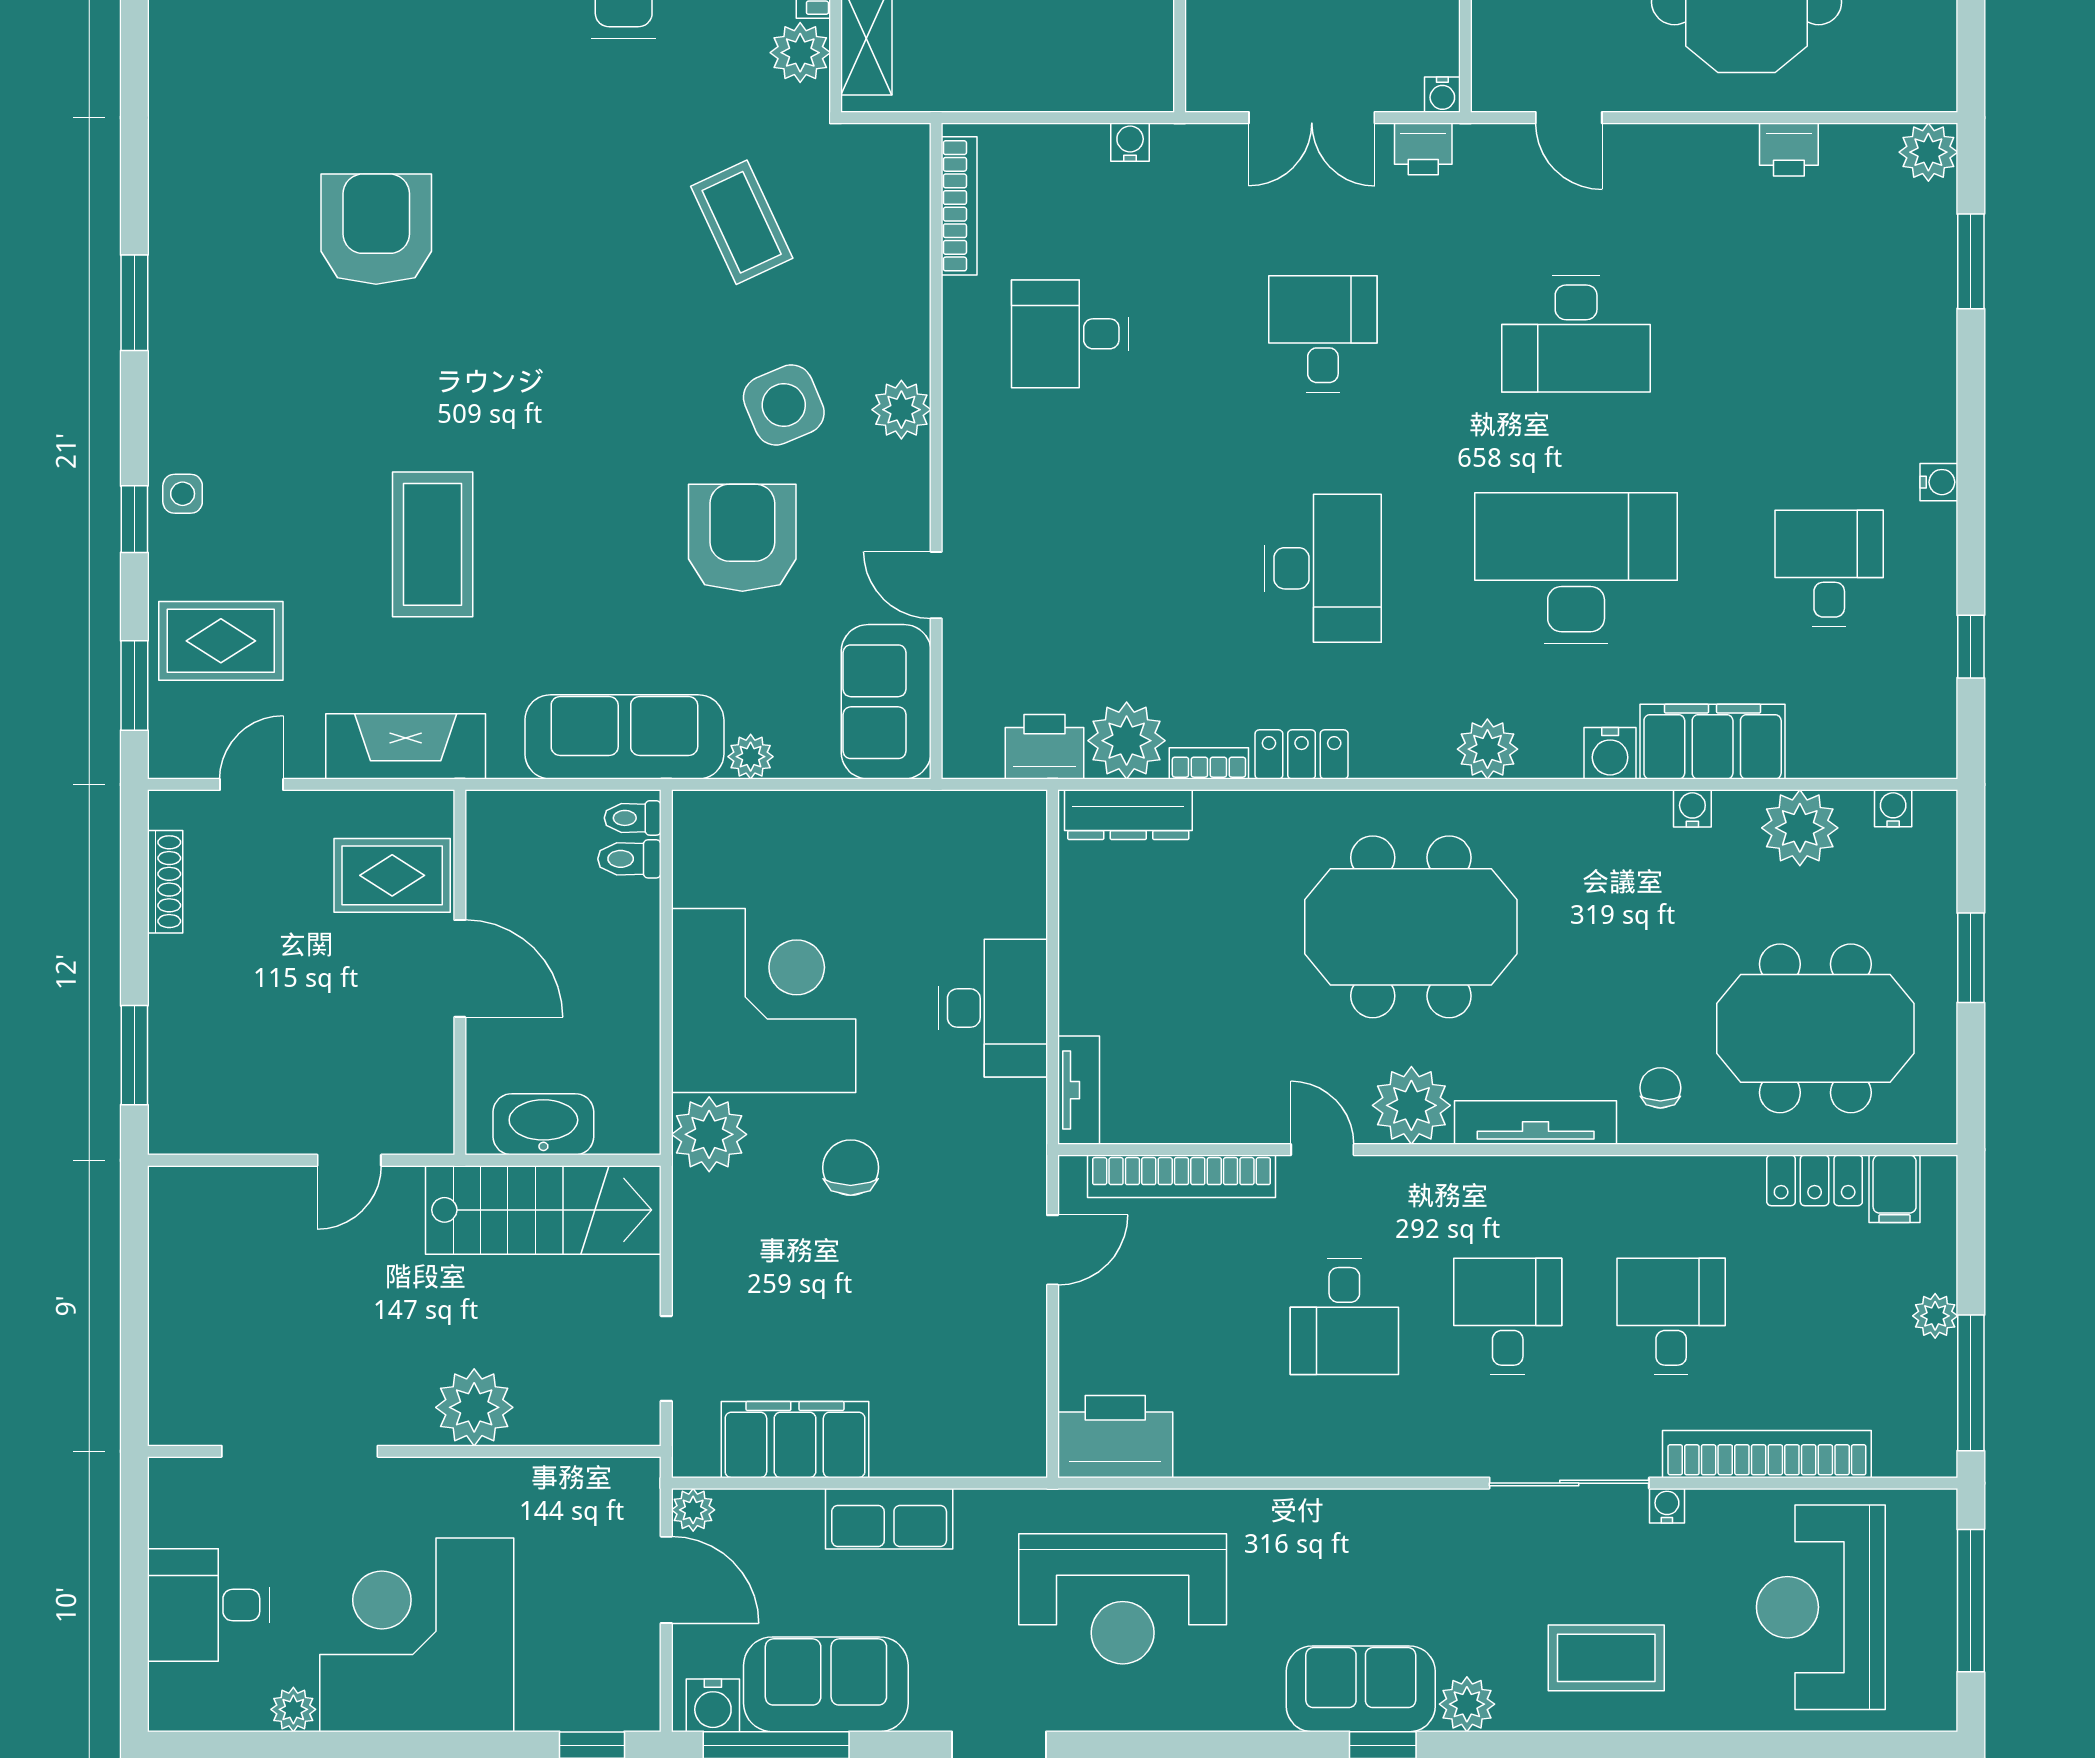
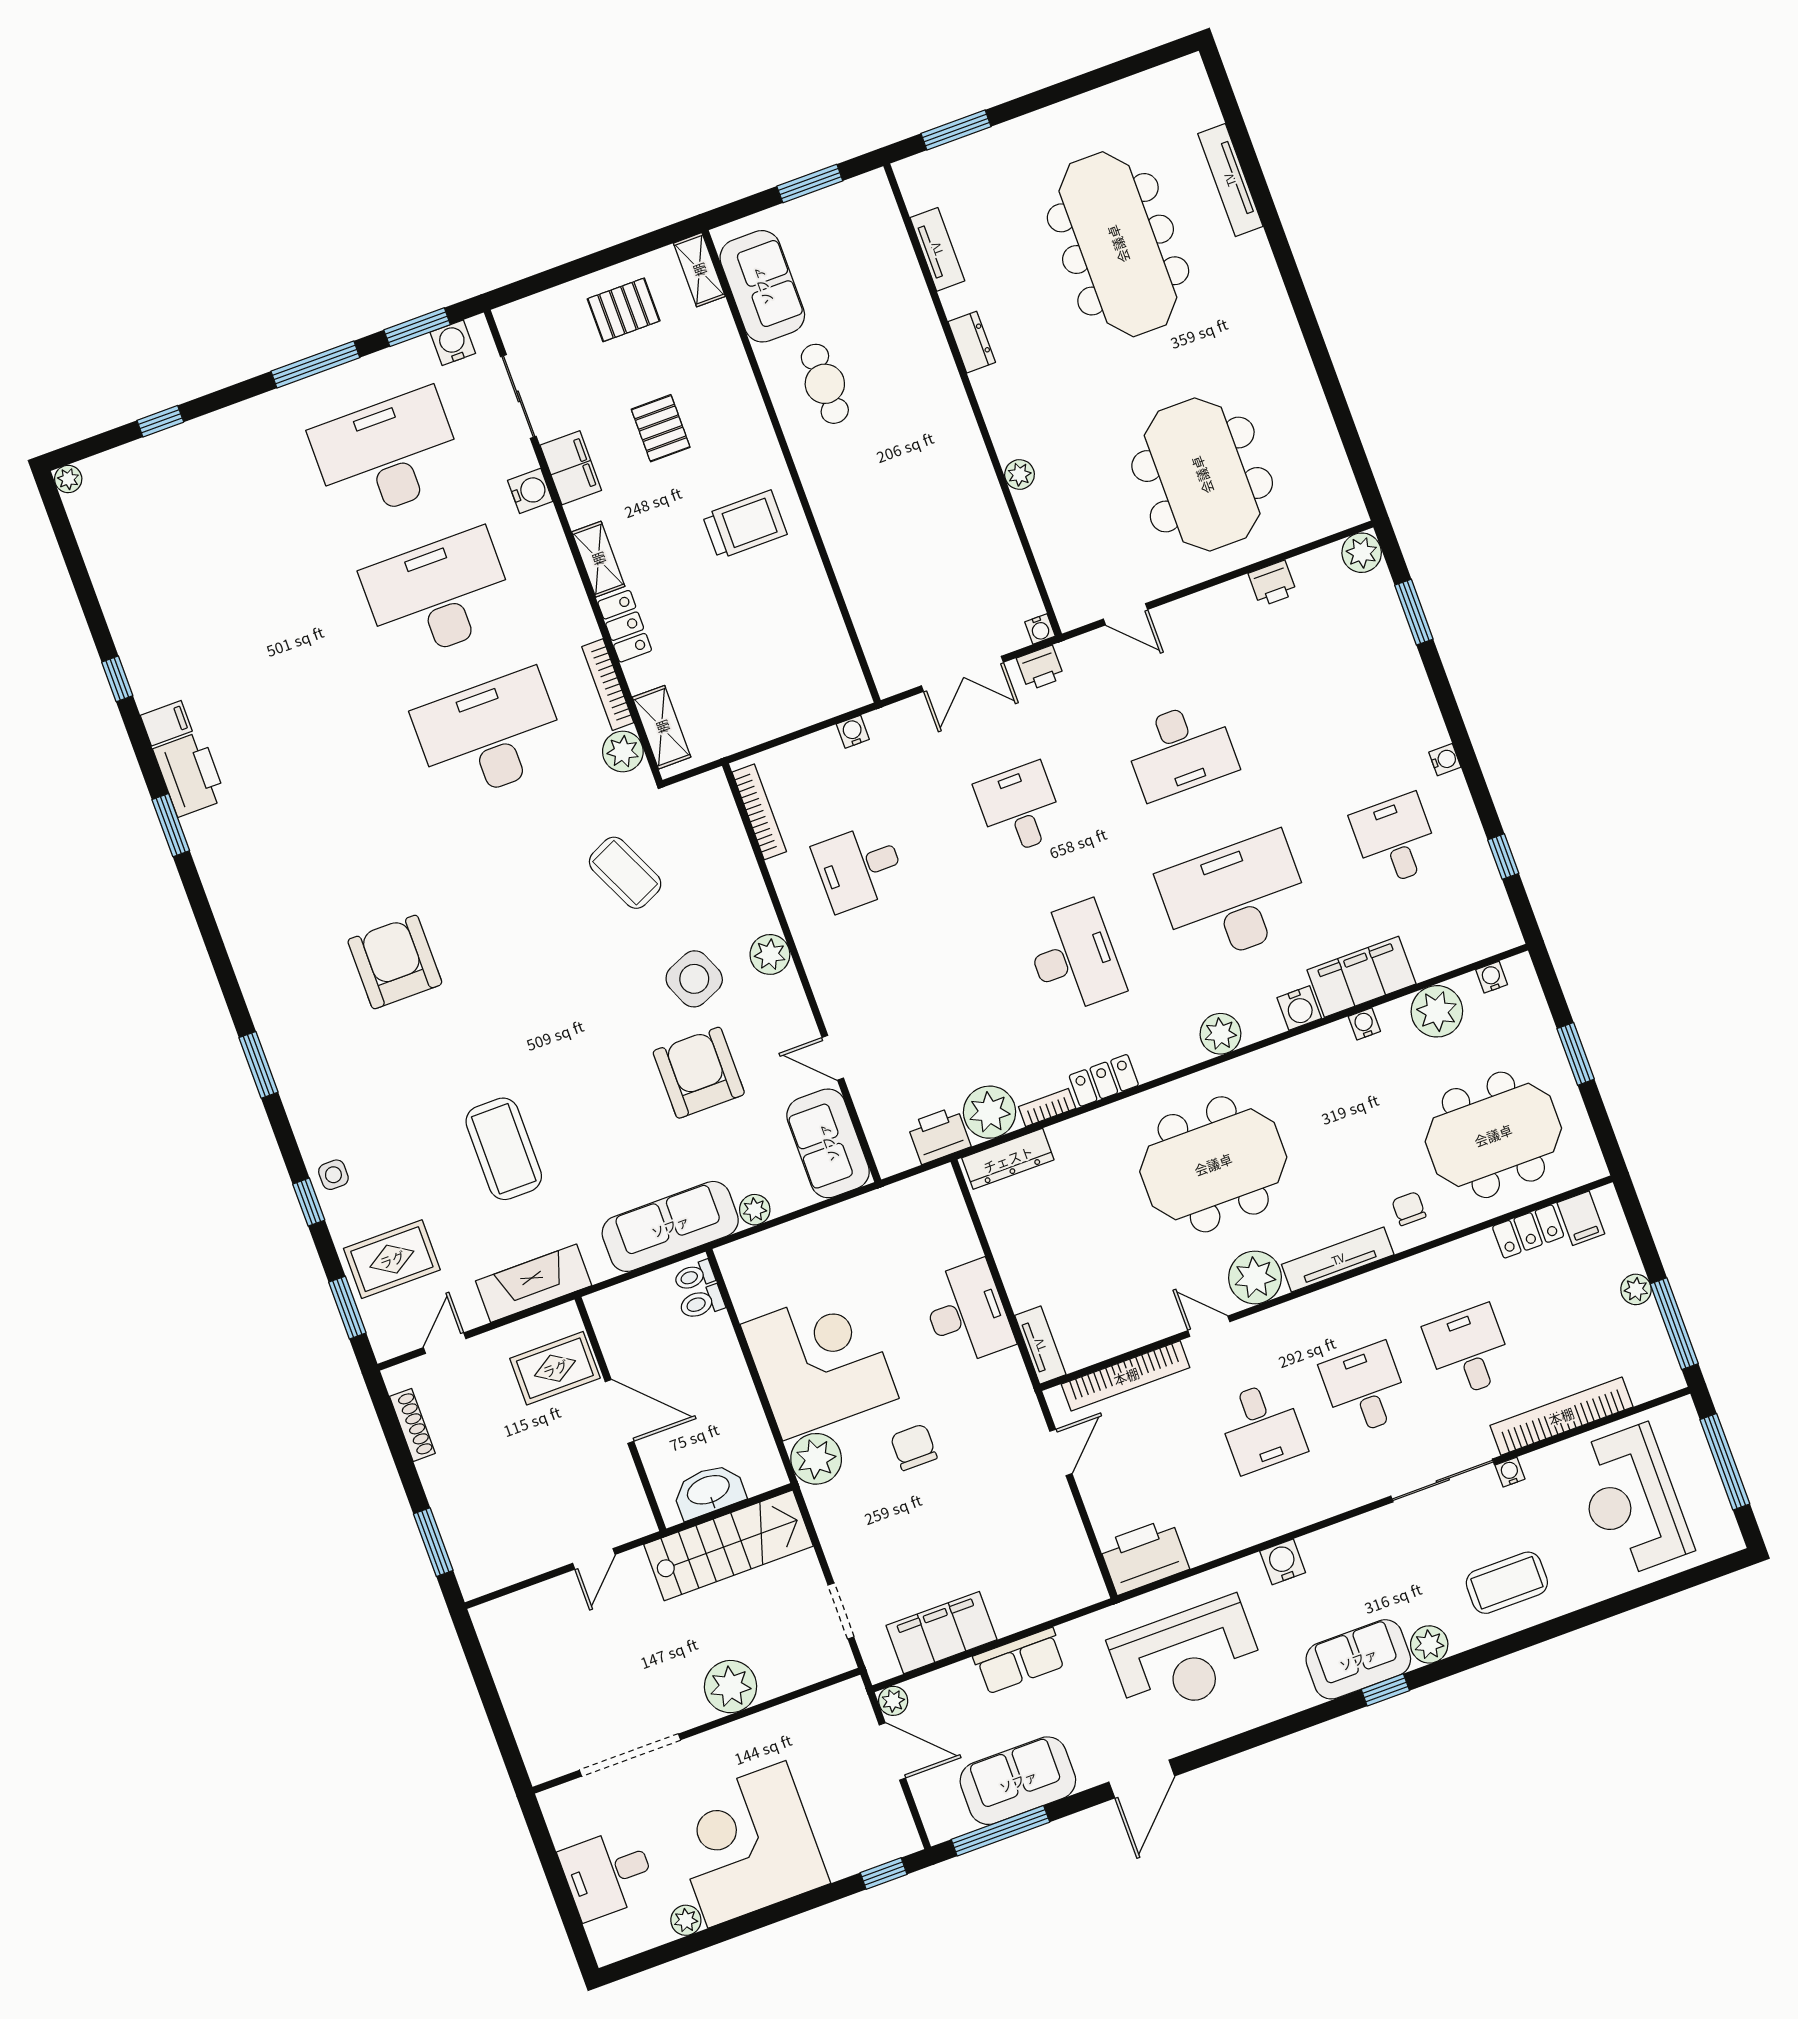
water cooler: (713, 1705) -> (1283, 1562), moved, turned 180

